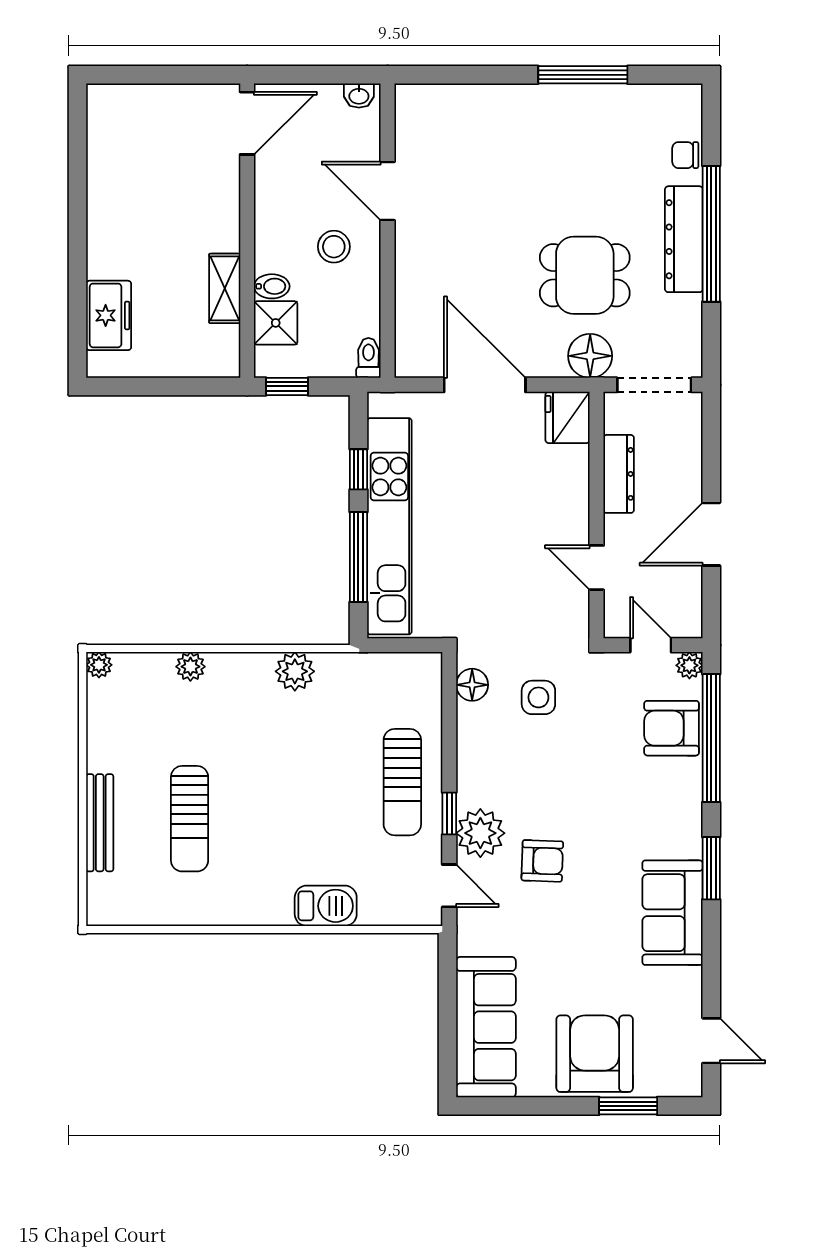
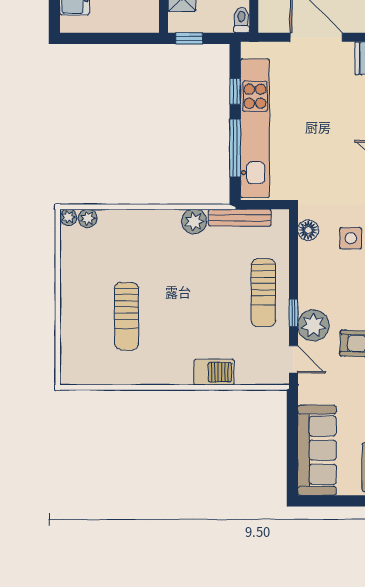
plant: (190, 667) -> (88, 218), moved
bench: (100, 823) -> (240, 218), moved, turned 90

